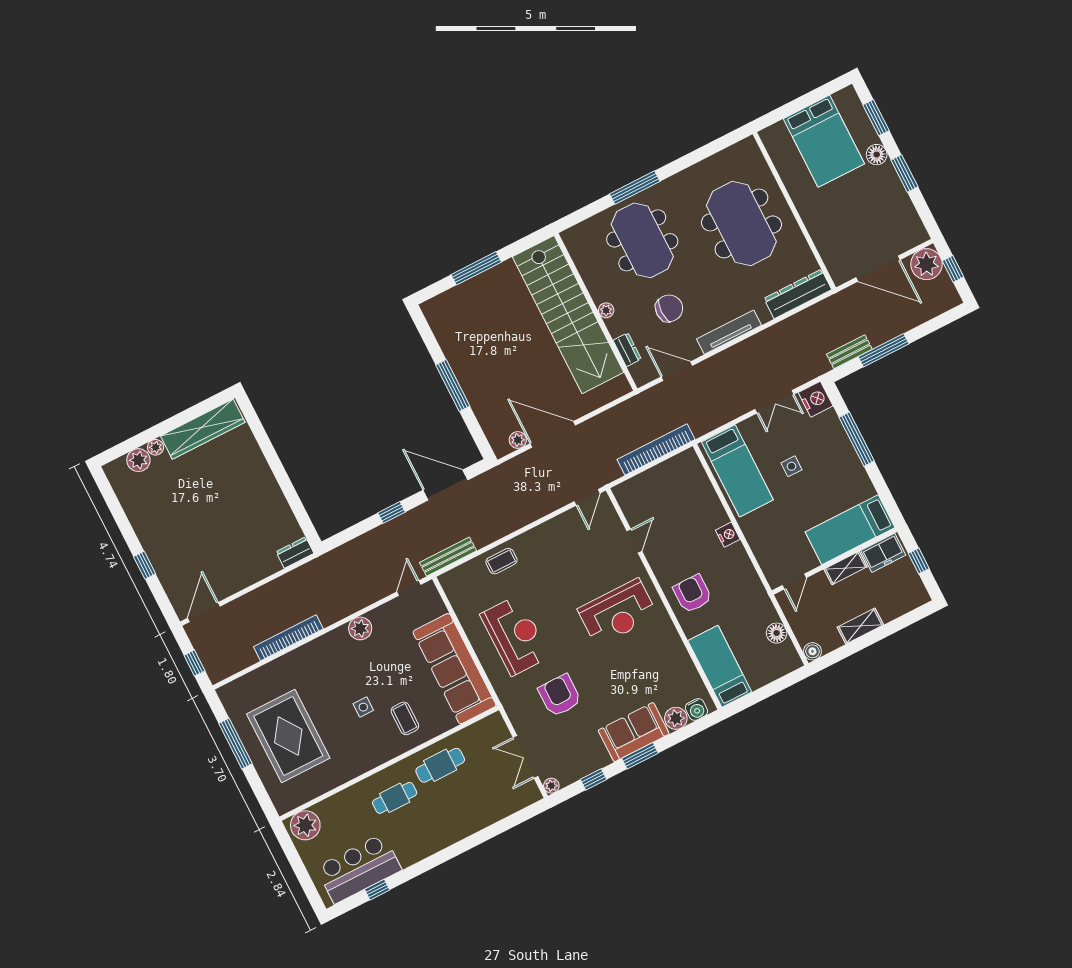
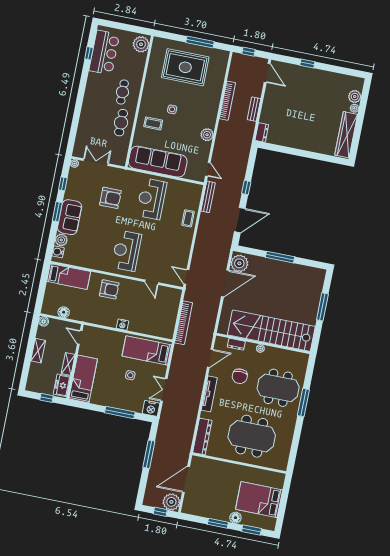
bench: (849, 352) -> (254, 109), moved
plant: (518, 440) -> (239, 263), width x1.87, depth x1.87
reception desk: (515, 636) -> (151, 199), turned 90

